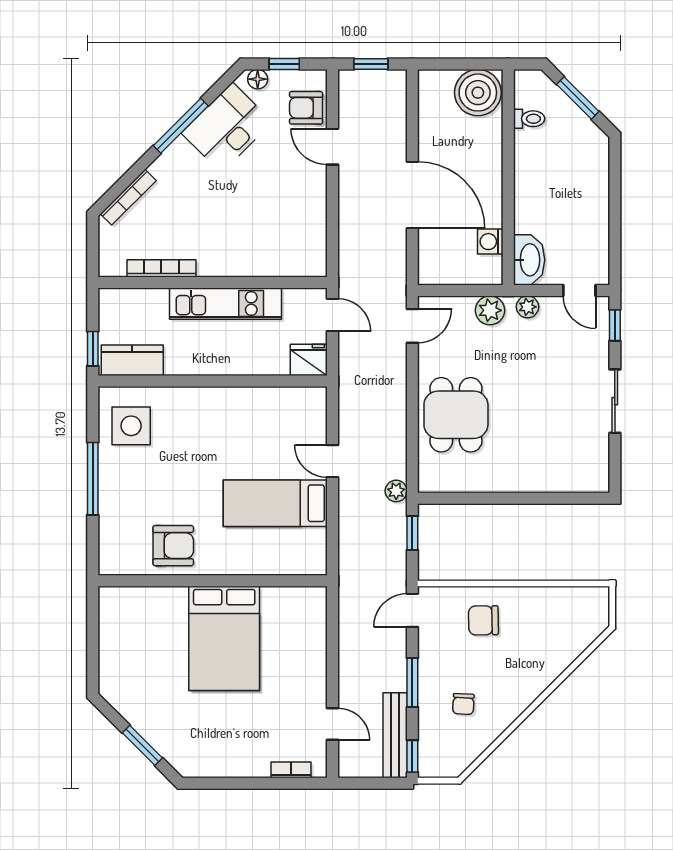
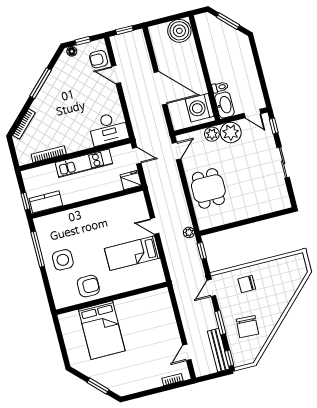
toilet: (529, 119) -> (220, 87), moved
desk: (227, 128) -> (108, 129), moved, turned -135
washing machine: (490, 242) -> (200, 108), width x1.89, depth x1.89
plant: (527, 307) -> (231, 132), width x1.88, depth x1.88
side table: (131, 426) -> (63, 260), moved
window: (93, 479) -> (38, 249), moved
bed: (224, 638) -> (102, 330), moved
chair: (463, 704) -> (247, 327), width x1.87, depth x1.87
door: (332, 724) -> (187, 352), swing flipped

